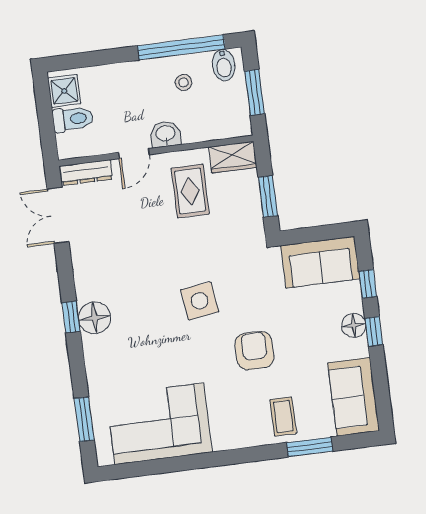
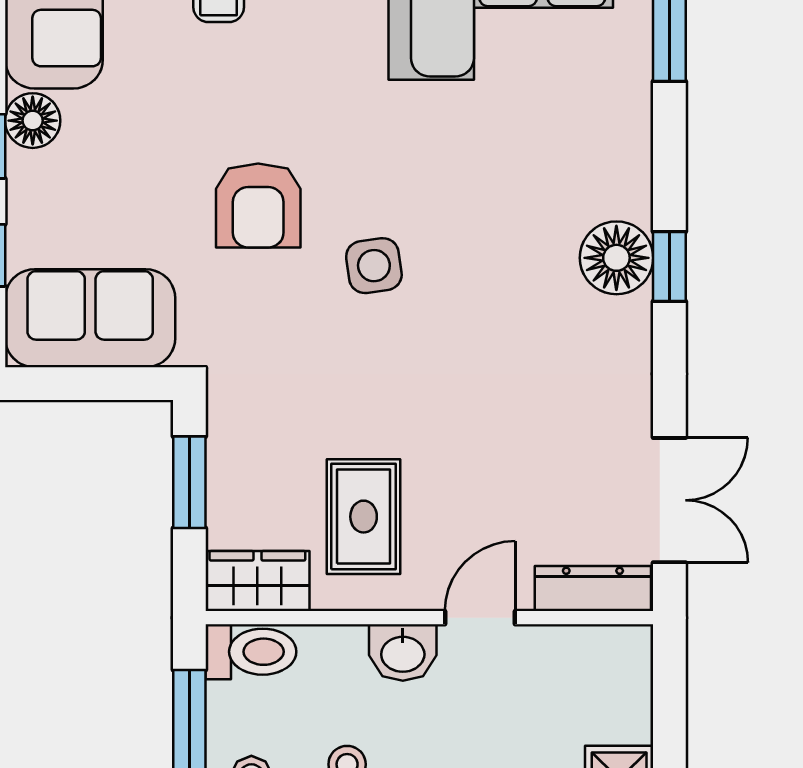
toilet: (73, 119) -> (251, 652), moved, turned 180
side table: (200, 301) -> (374, 266), width x0.73, depth x0.73
floor lamp: (354, 325) -> (33, 121), moved
armchair: (254, 351) -> (258, 206), moved

